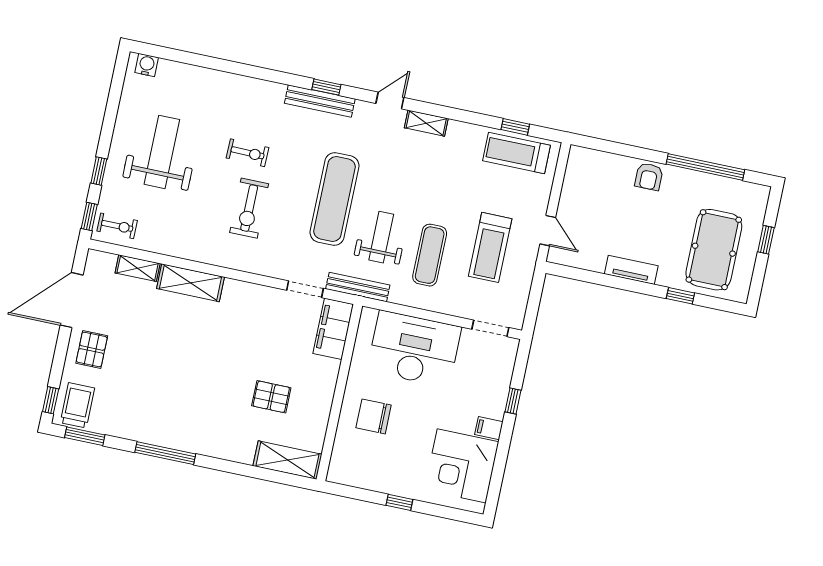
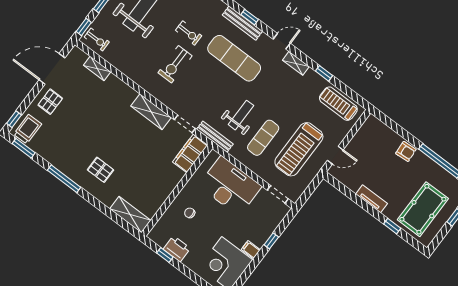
window: (515, 127) -> (324, 73), moved
armchair: (649, 177) -> (406, 151), turned -94
exercise mat: (334, 199) -> (234, 58), moved, turned 90
door: (548, 231) -> (335, 155), hinge flipped
treadmill: (490, 247) -> (299, 149), width x1.37, depth x1.38
shelving: (190, 283) -> (151, 112), moved
pallet: (271, 397) -> (100, 170), moved
chair: (374, 416) -> (190, 213), width x0.54, depth x0.54
printer: (379, 478) -> (177, 249), added
window: (399, 502) -> (165, 255), moved

